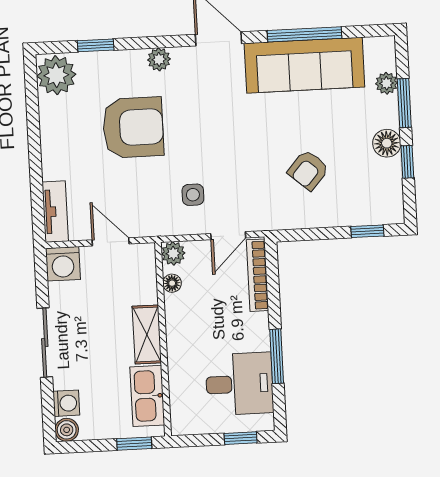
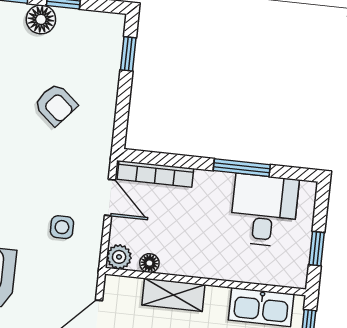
shelving: (147, 334) -> (173, 295), moved
window: (241, 438) -> (317, 249), moved

